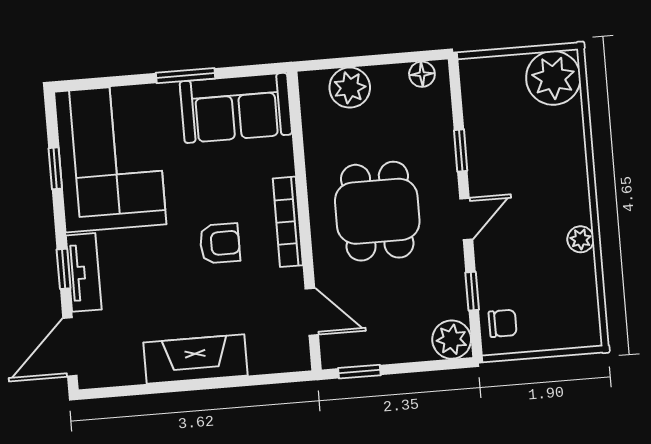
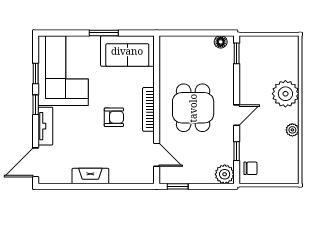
plant: (553, 78) -> (285, 94), moved
plant: (350, 88) -> (184, 46), removed
window: (461, 151) -> (237, 53), moved
window: (64, 269) -> (36, 105), moved
fireplace: (195, 359) -> (90, 176), width x0.73, depth x0.76

